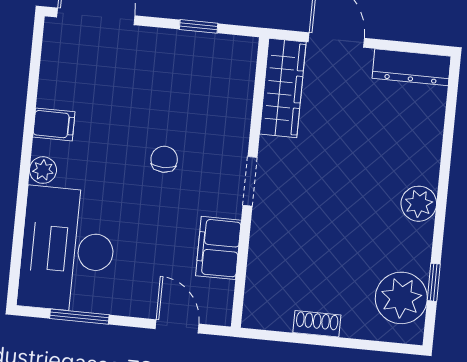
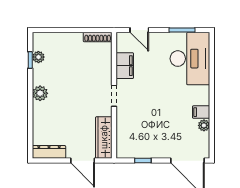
chair: (164, 159) -> (152, 102), removed
plant: (43, 170) -> (204, 125), moved
plant: (401, 298) -> (38, 57), width x0.53, depth x0.53
shoe rack: (317, 324) -> (98, 37), moved, width x1.43

